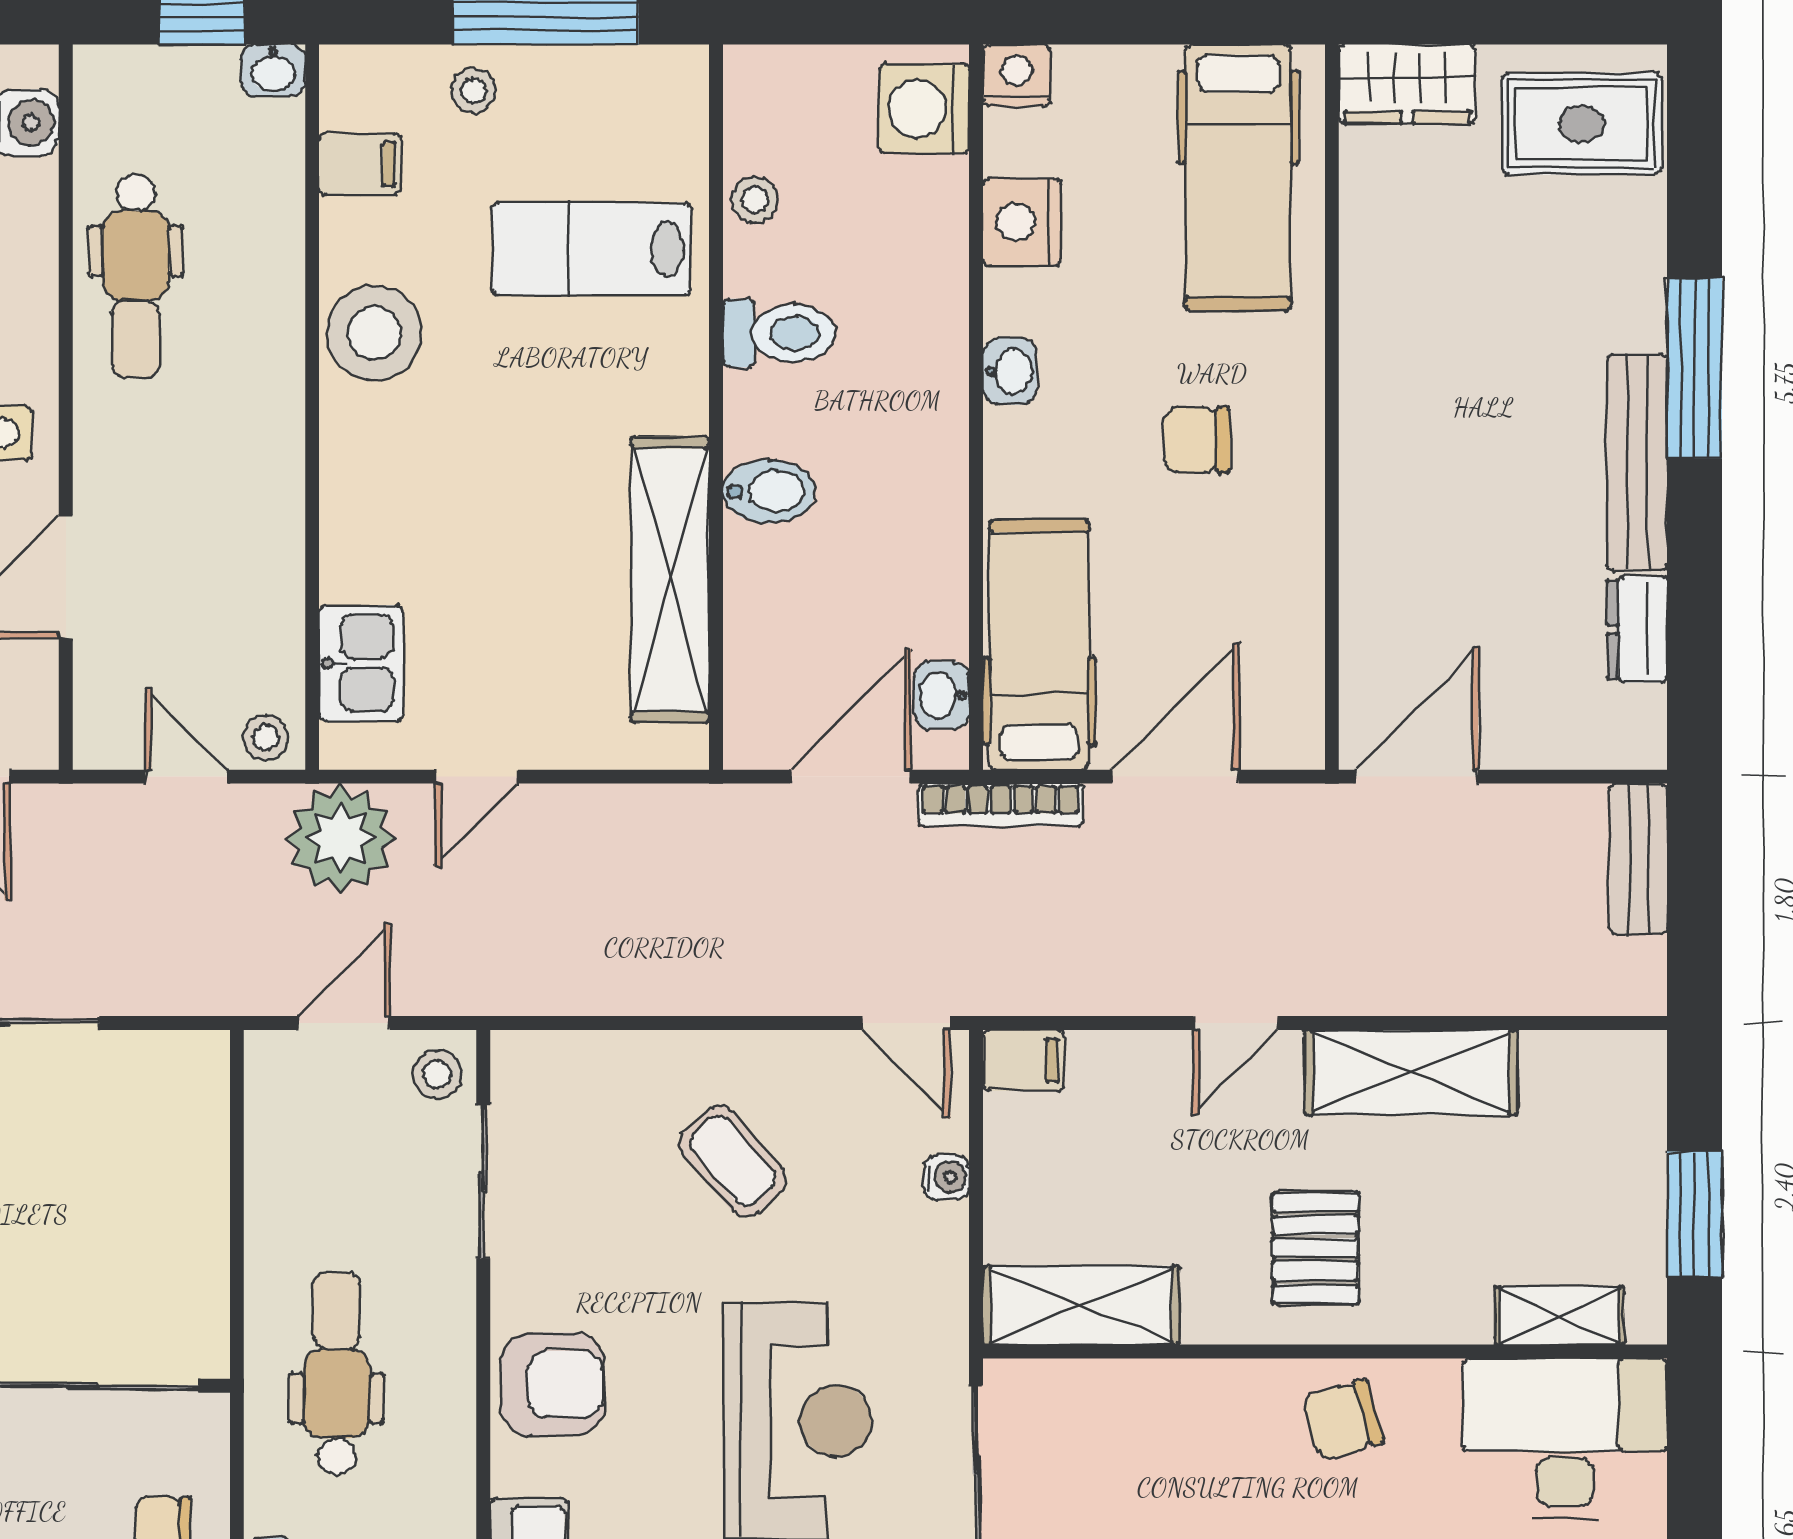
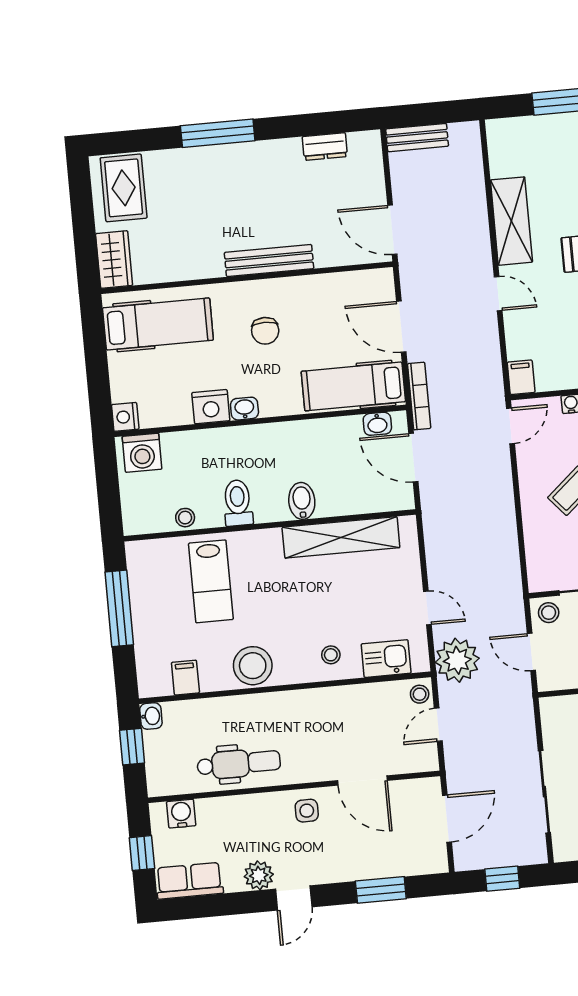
stool: (473, 90) -> (331, 655), moved
nightstand: (1022, 222) -> (211, 407), moved
bench: (1637, 462) -> (269, 261), moved

